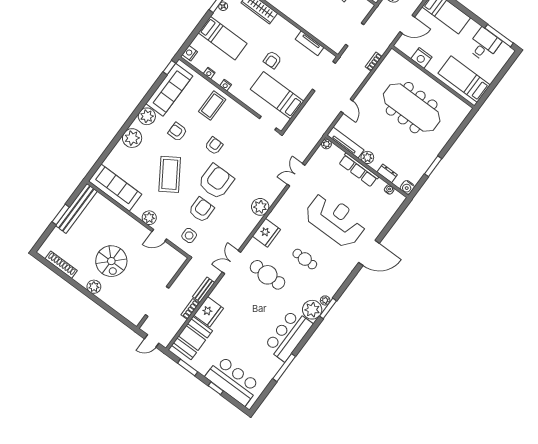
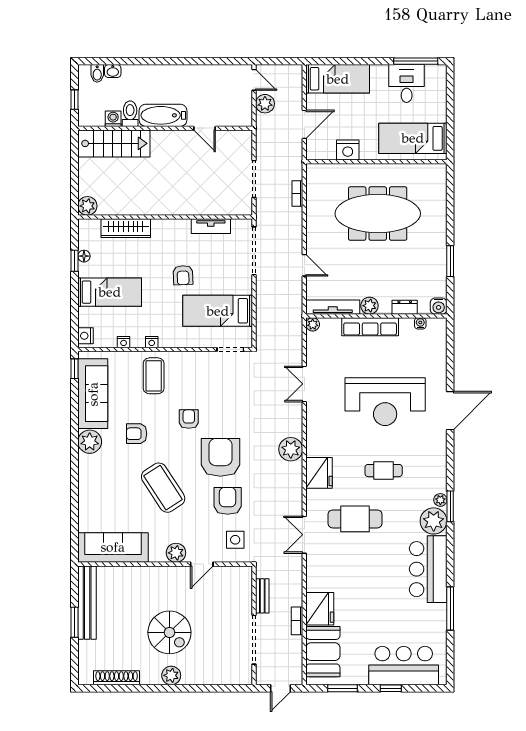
plant: (132, 138) -> (91, 478), removed
reception desk: (335, 220) -> (385, 402), turned 180
bench: (204, 290) -> (262, 596), moved

